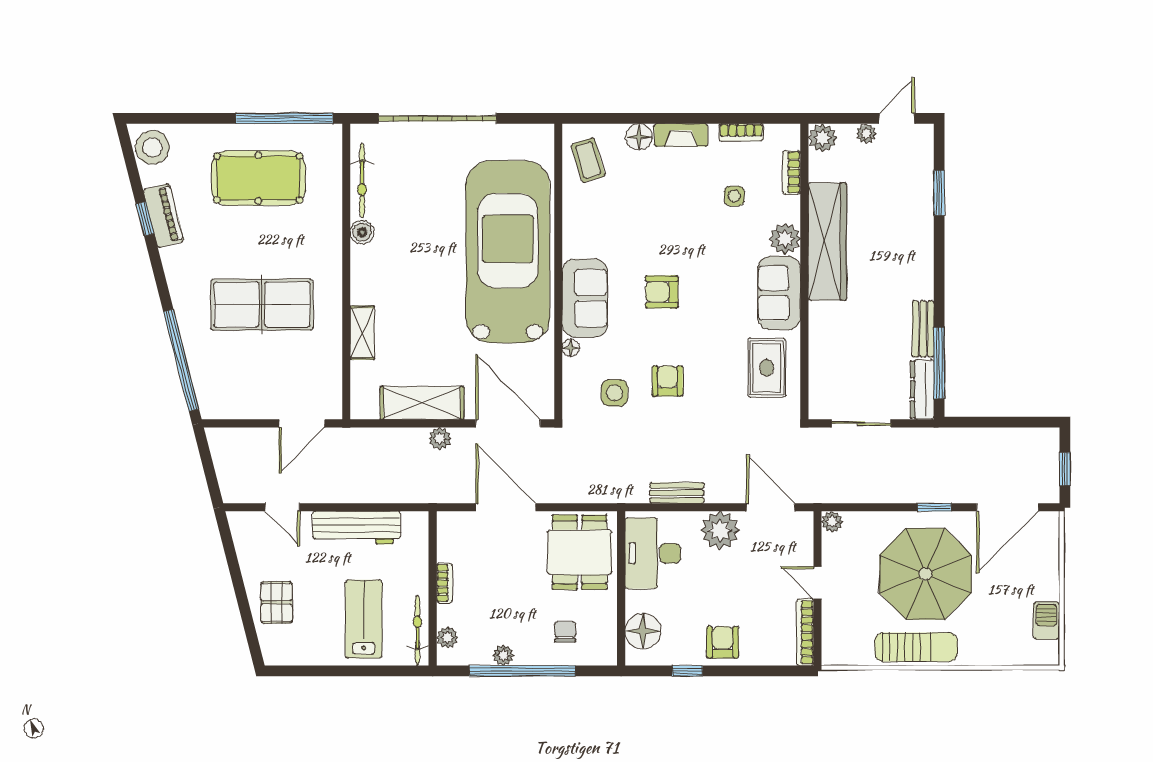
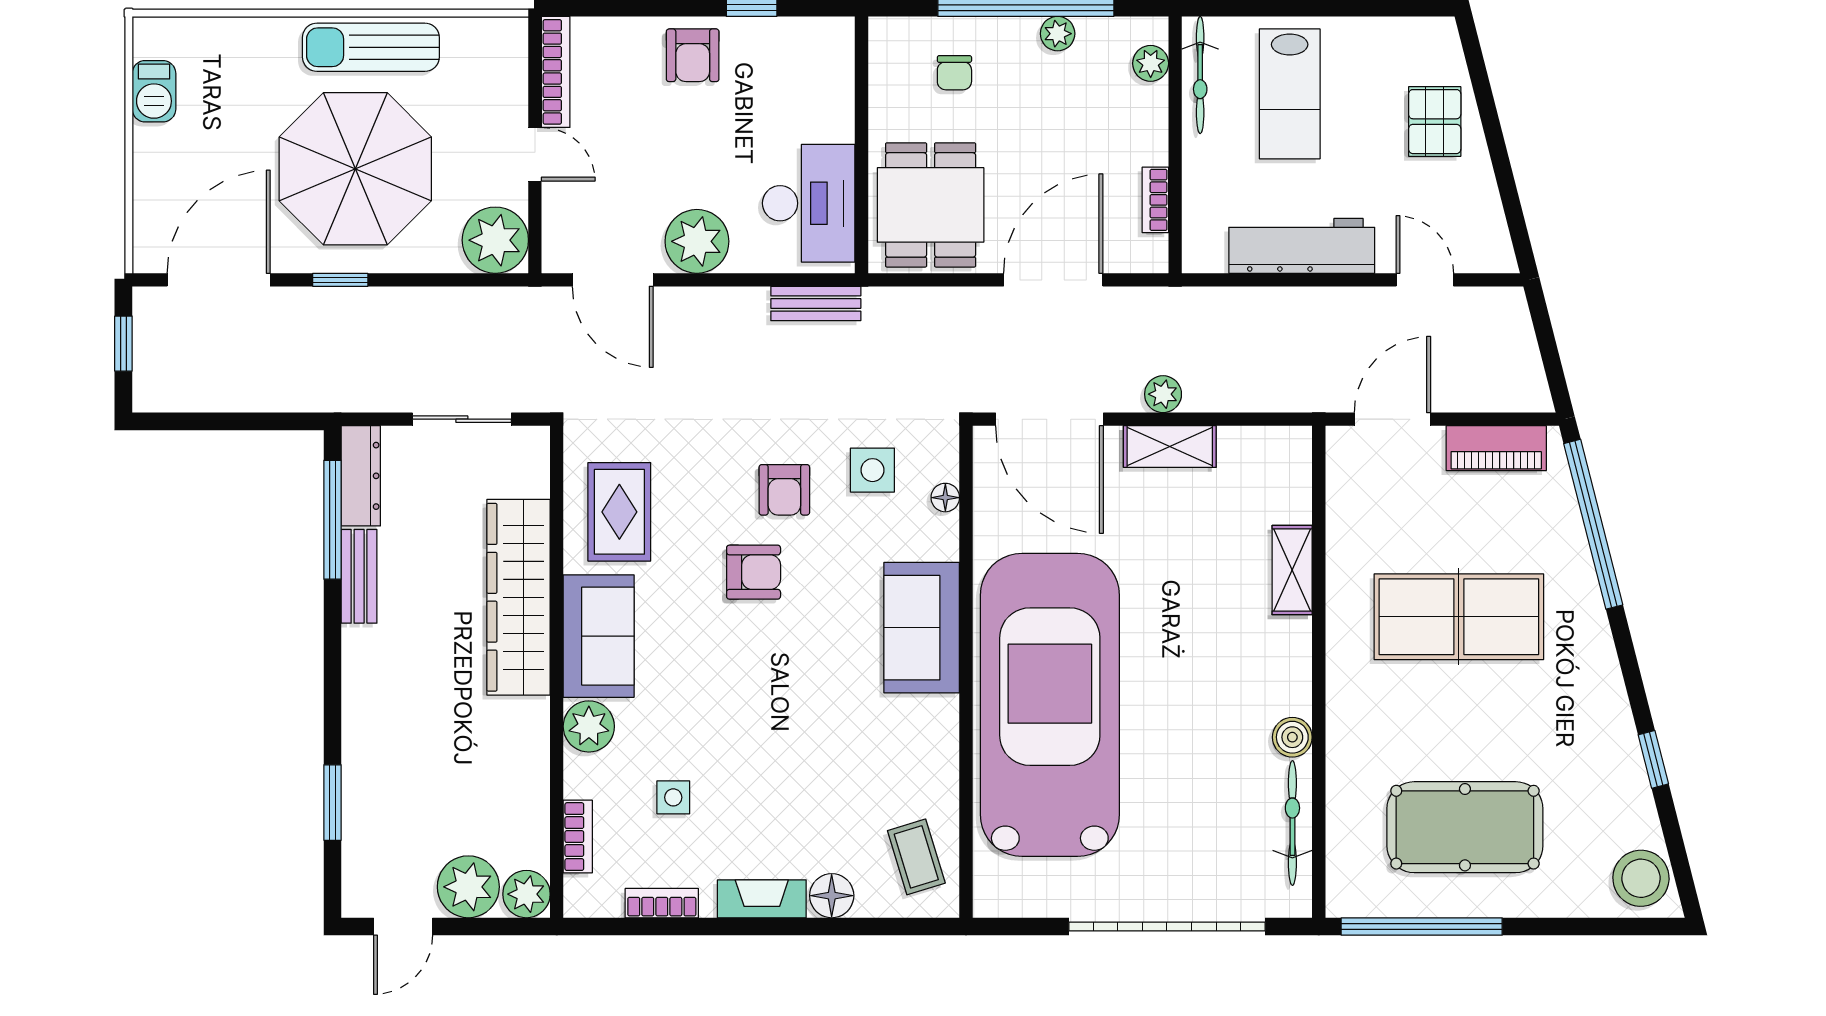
plant: (866, 134) -> (468, 887), width x1.87, depth x1.87
piano: (163, 216) -> (1496, 448), moved, turned -76
wardrobe: (827, 242) -> (519, 597), moved
car: (508, 252) -> (1050, 705), turned 180
armchair: (662, 292) -> (754, 572), moved
floor lamp: (571, 348) -> (945, 498), moved
shelving: (422, 403) -> (1170, 447), width x0.67, depth x0.75
bench: (677, 493) -> (816, 304), moved
door: (506, 507) -> (1053, 280), swing flipped
plant: (832, 522) -> (495, 240), width x1.88, depth x1.88
bookcase: (444, 583) -> (1155, 200), moved
floor lamp: (643, 631) -> (825, 74), removed

